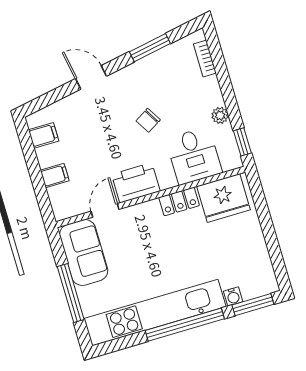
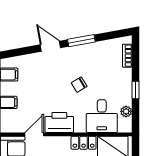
window: (150, 48) -> (81, 41), moved
plant: (220, 115) -> (126, 111), moved
window: (242, 142) -> (135, 90), moved

